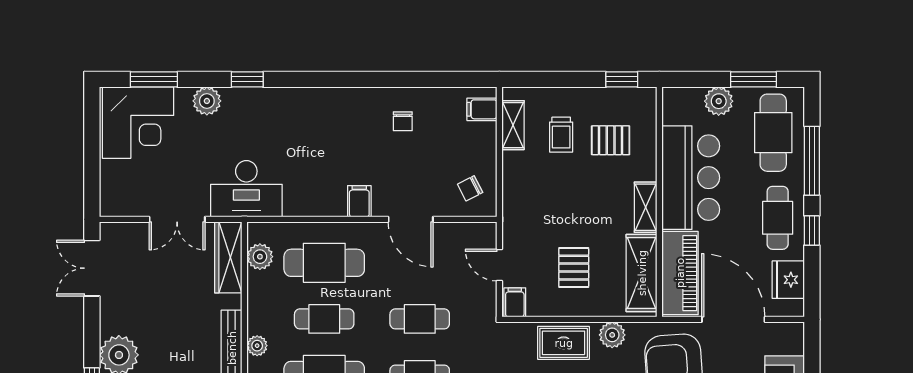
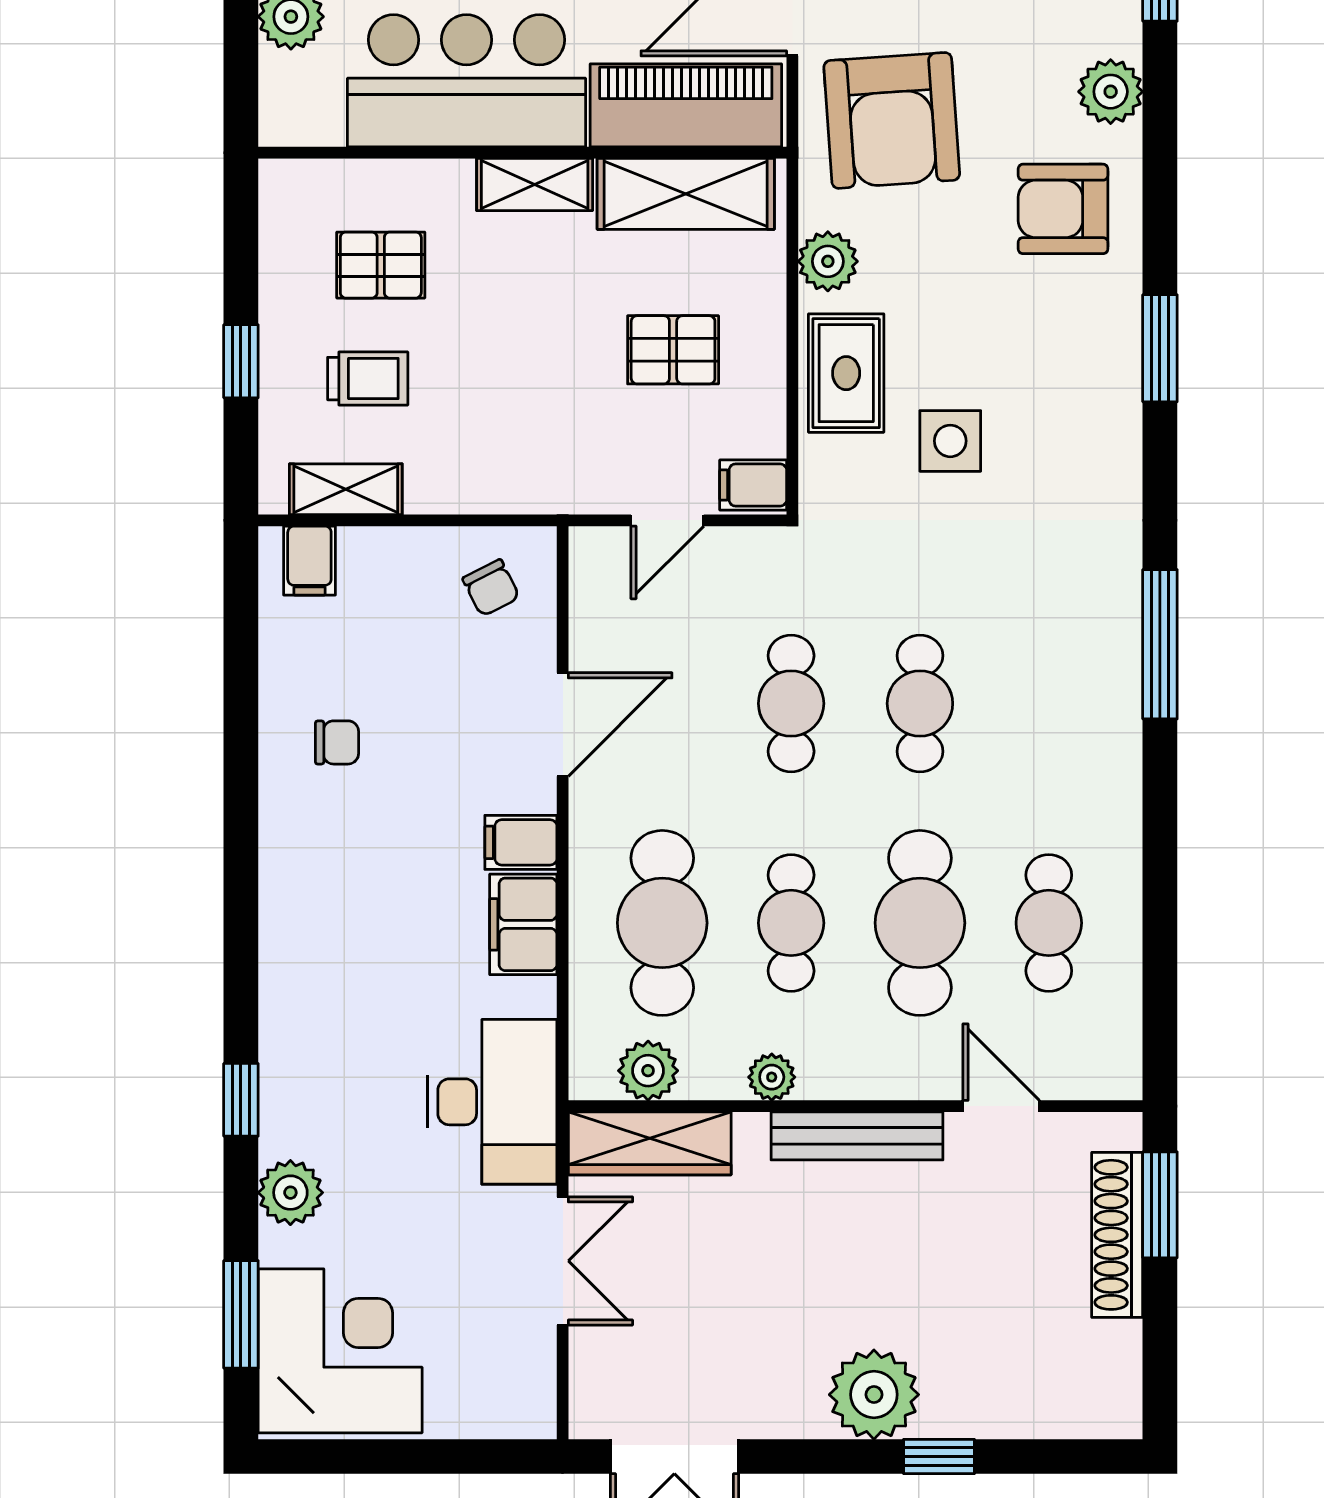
window: (622, 79) -> (241, 361), moved
pallet: (611, 140) -> (381, 265), turned 90
filing cabinet: (324, 202) -> (523, 924), added
plant: (257, 346) -> (772, 1077), moved

